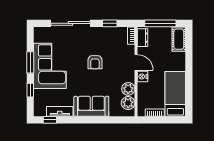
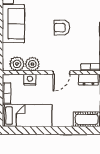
nightstand: (143, 77) -> (30, 80), moved

